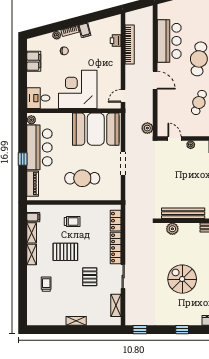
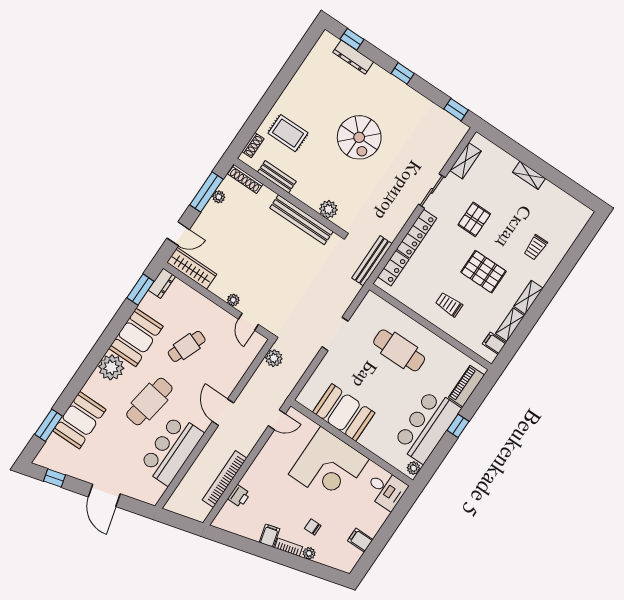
filing cabinet: (34, 61) -> (360, 540), width x0.50
booth: (96, 129) -> (344, 412), width x0.73, depth x0.70
bench: (130, 217) -> (372, 261), added

